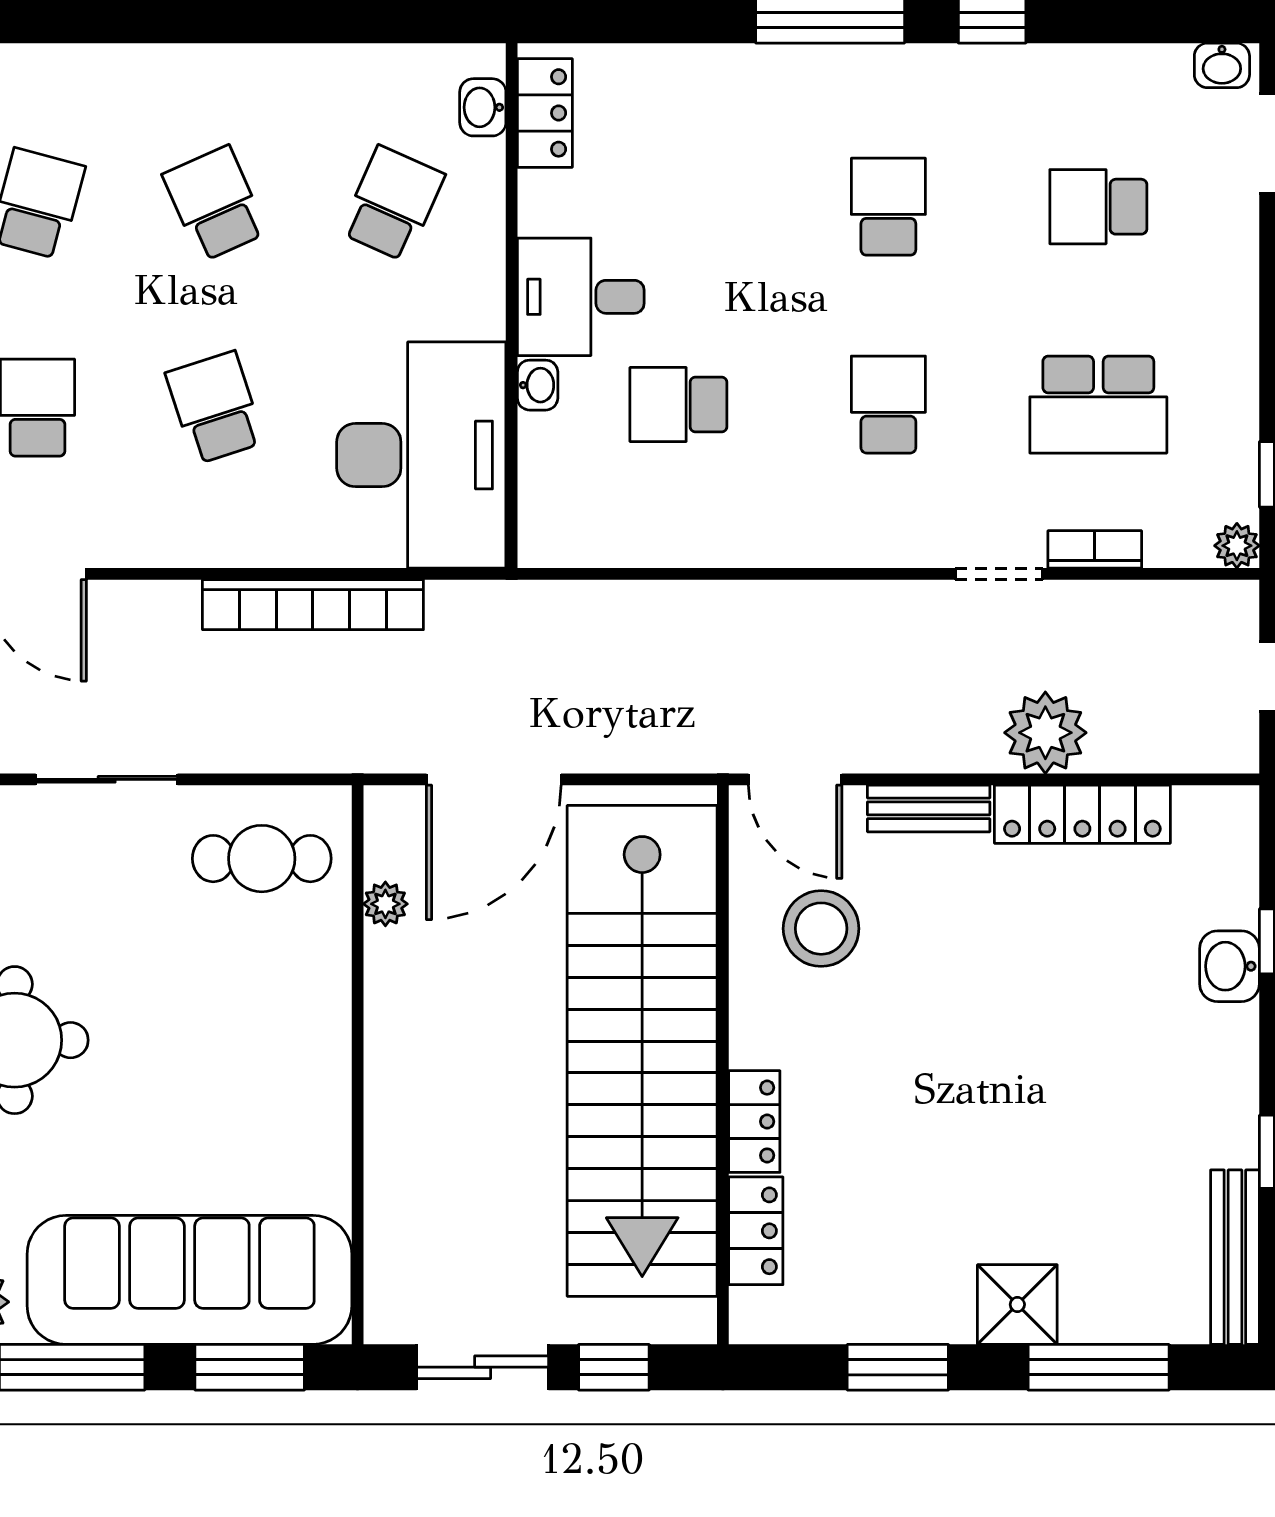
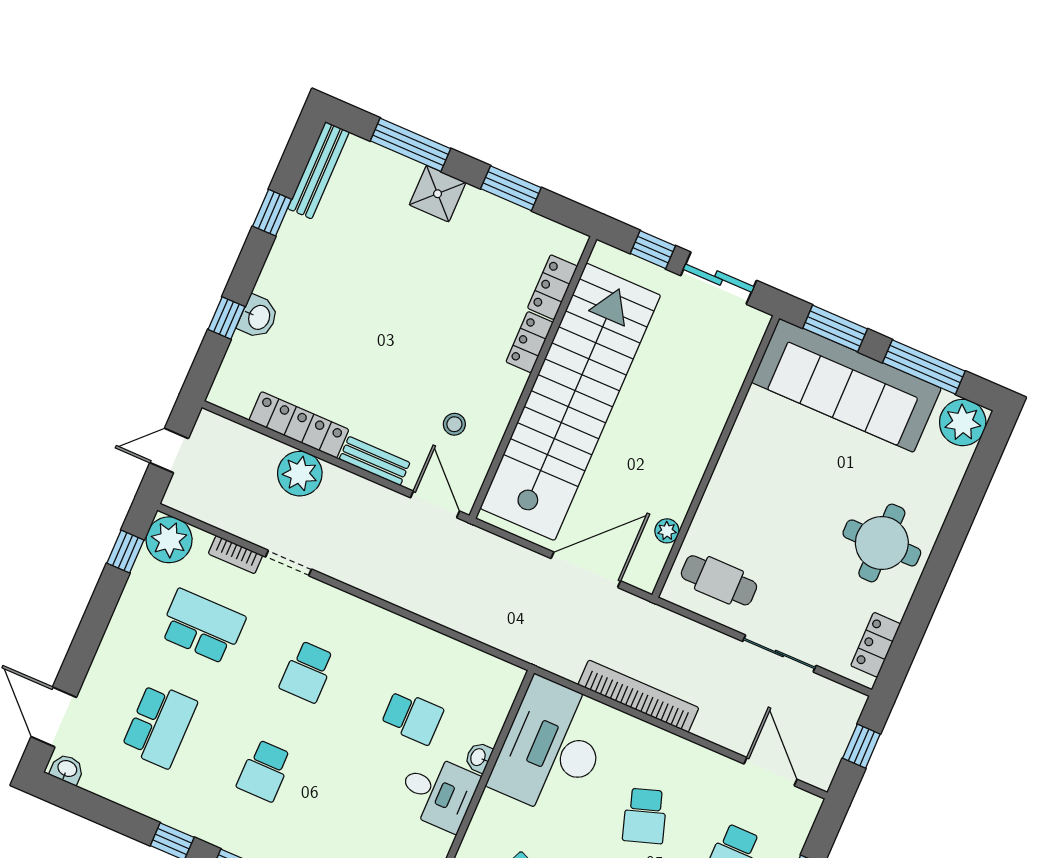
school desk: (1098, 207) -> (159, 725), width x1.85
plant: (1237, 546) -> (169, 540), width x1.88, depth x1.88
stool: (821, 929) -> (454, 424), width x0.53, depth x0.53

